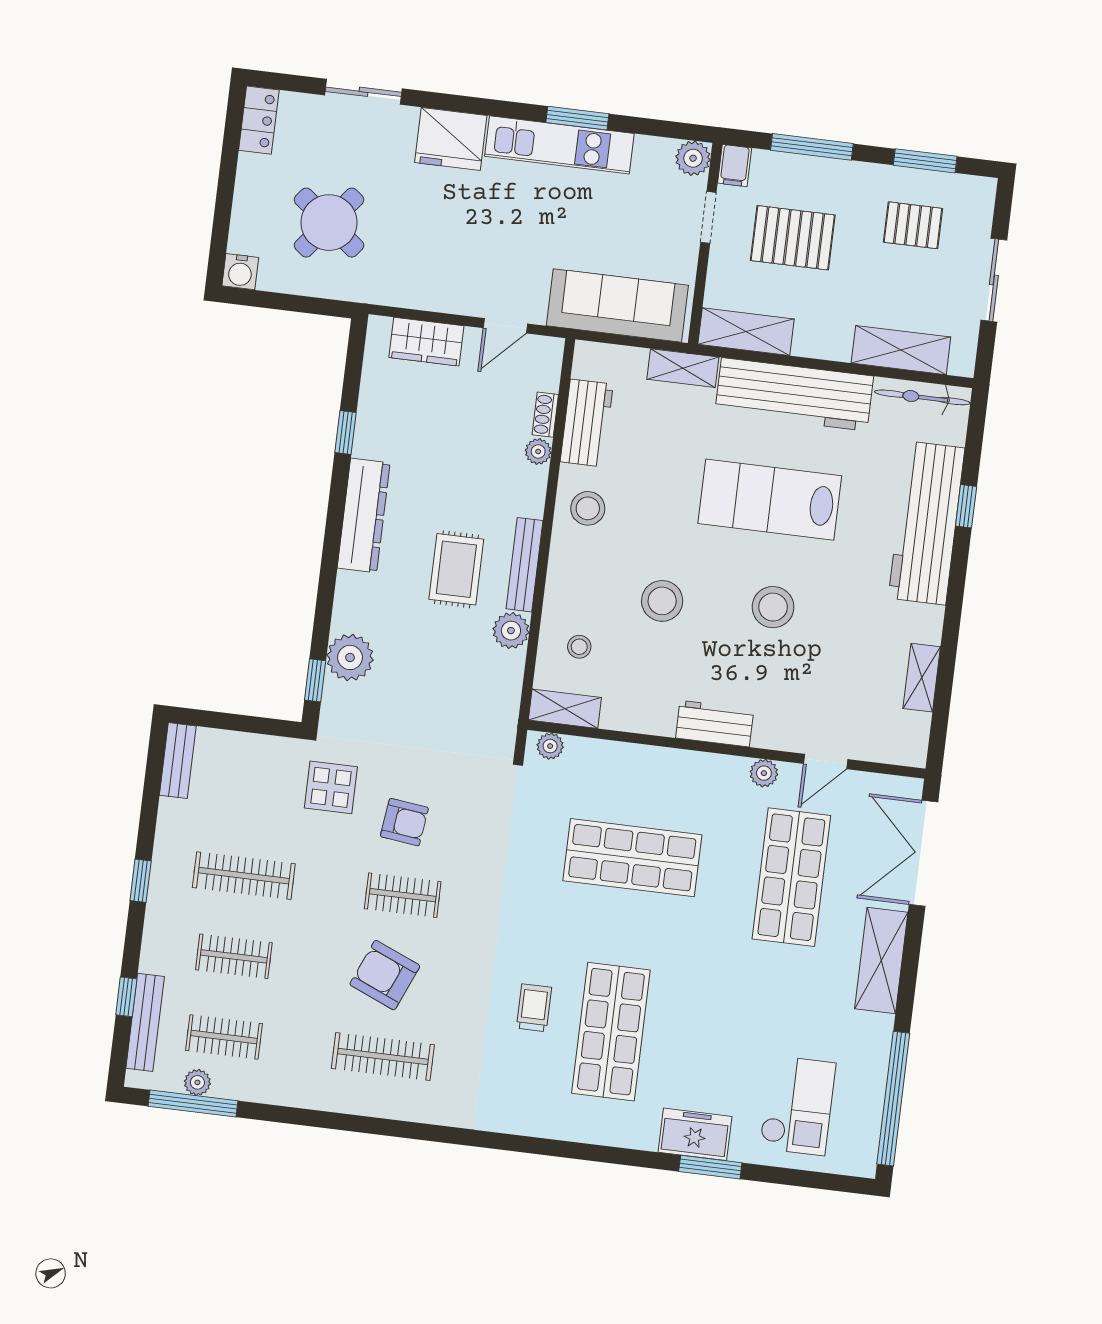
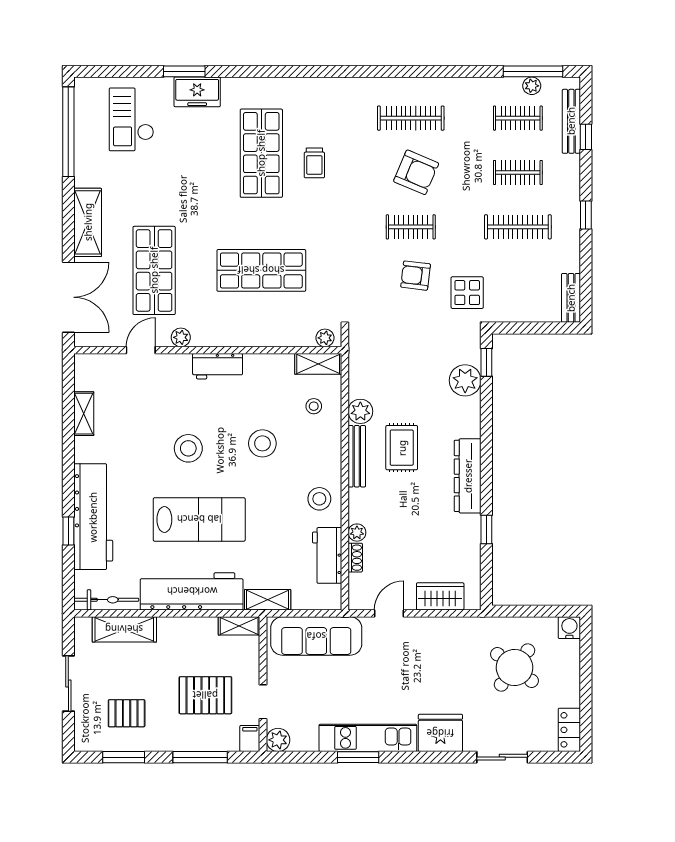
shelving: (746, 332) -> (239, 626), width x0.67, depth x0.75

